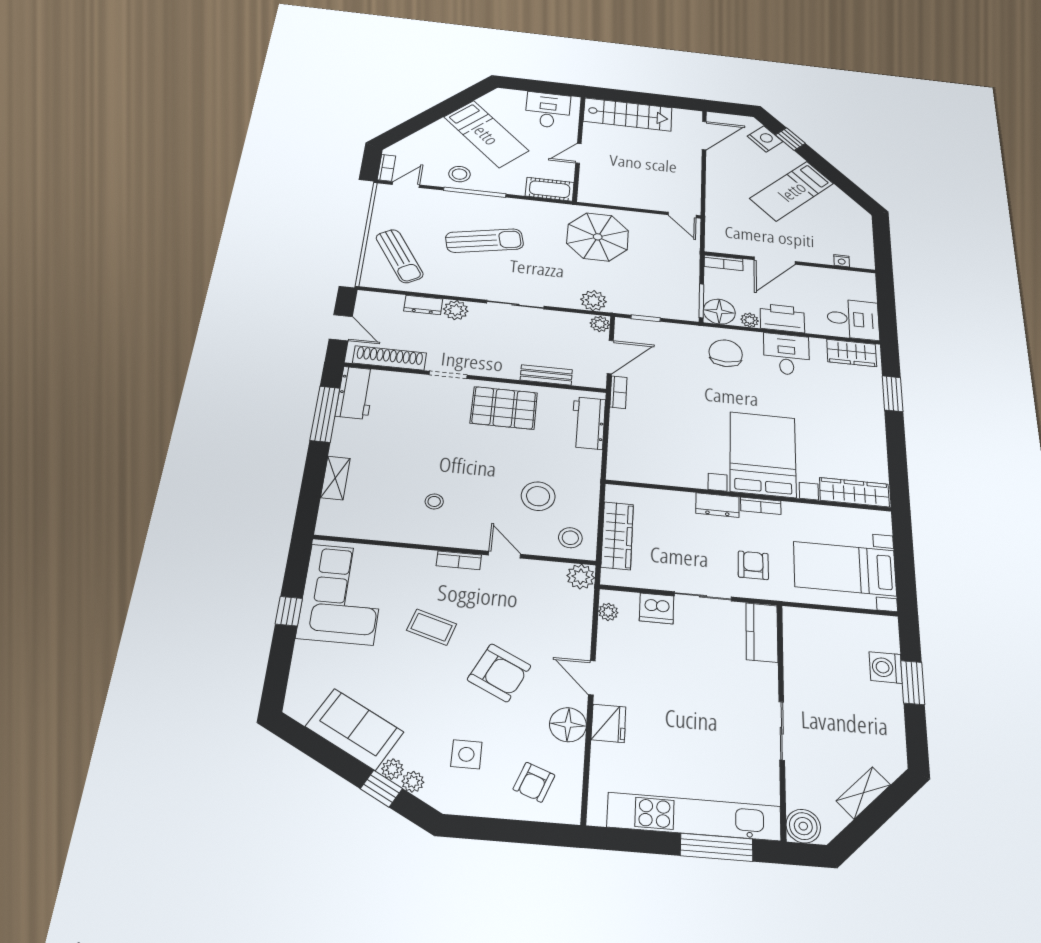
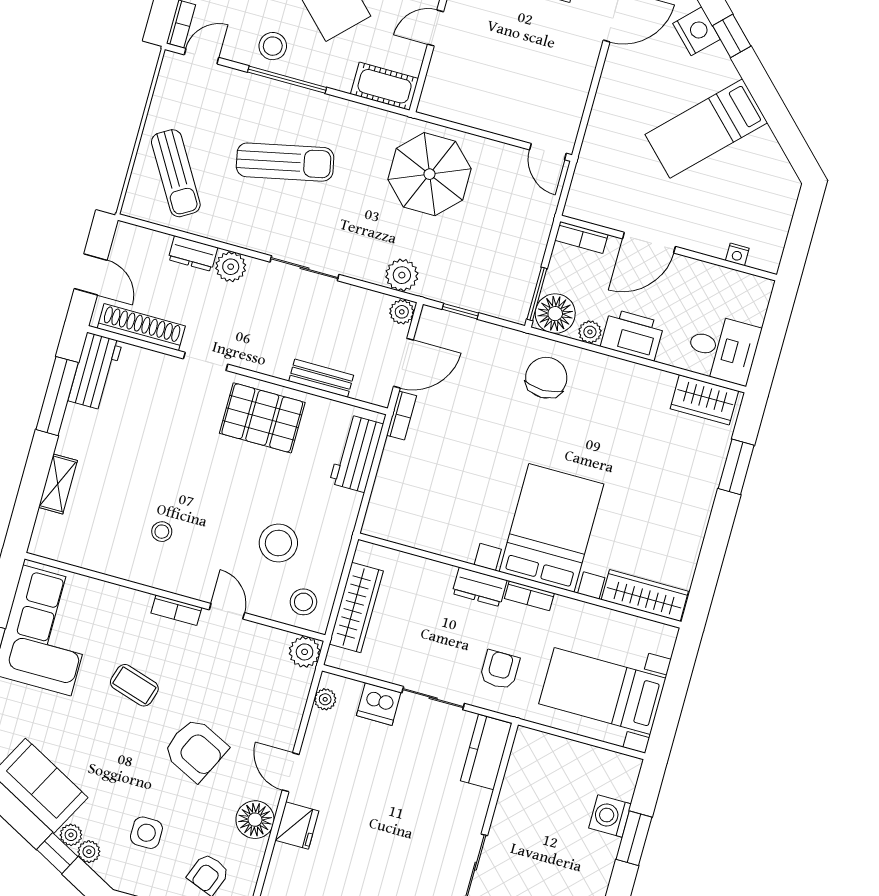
desk: (786, 354) -> (621, 390), removed

